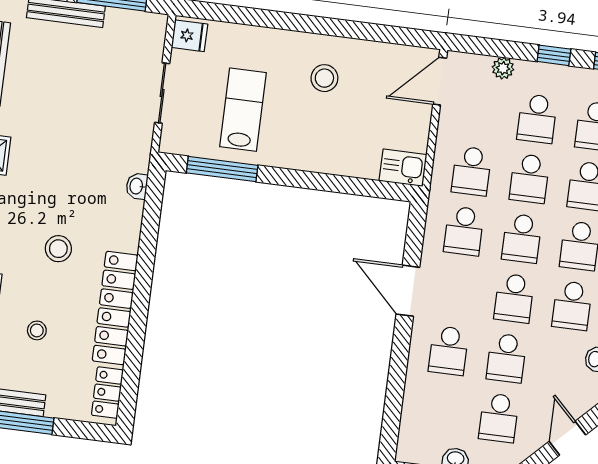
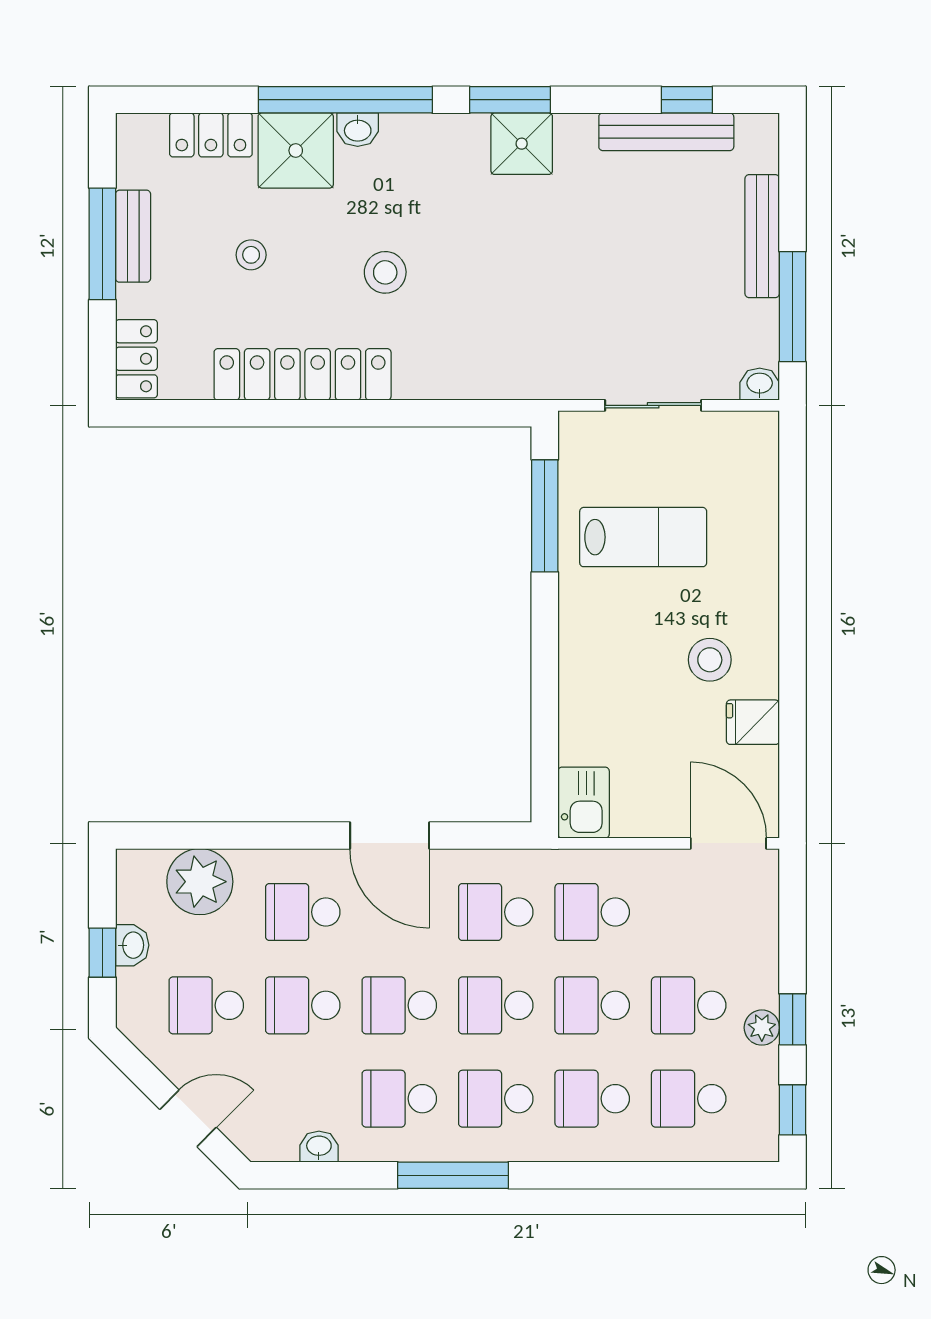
fridge: (190, 36) -> (753, 722), moved, turned 90
plant: (503, 68) -> (762, 1028), moved
washbasin: (137, 186) -> (760, 384), moved
door: (408, 291) -> (390, 835), swing flipped
locker: (107, 393) -> (136, 359), moved, turned 90
plant: (421, 412) -> (200, 882), added

